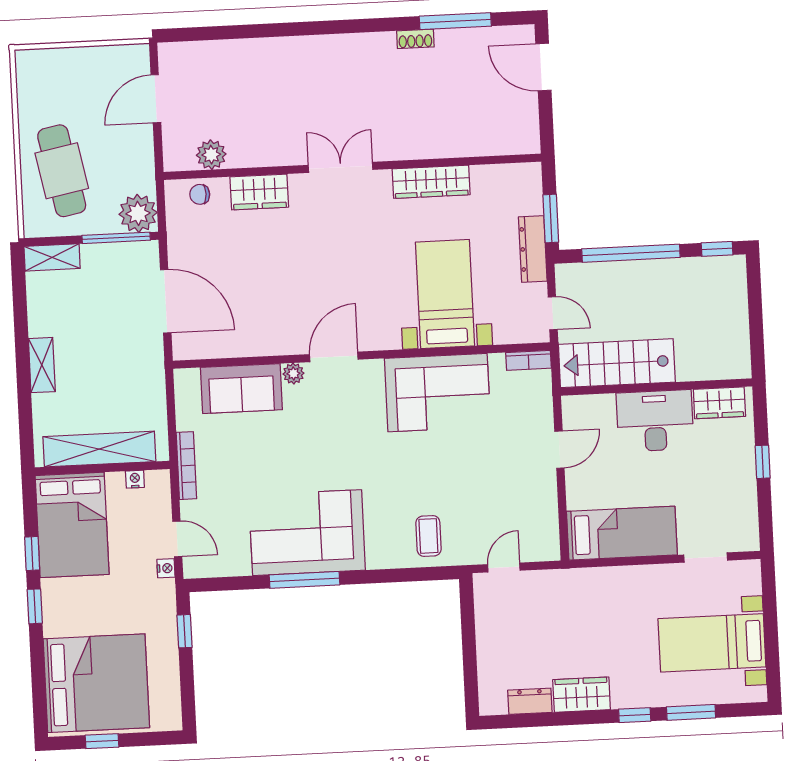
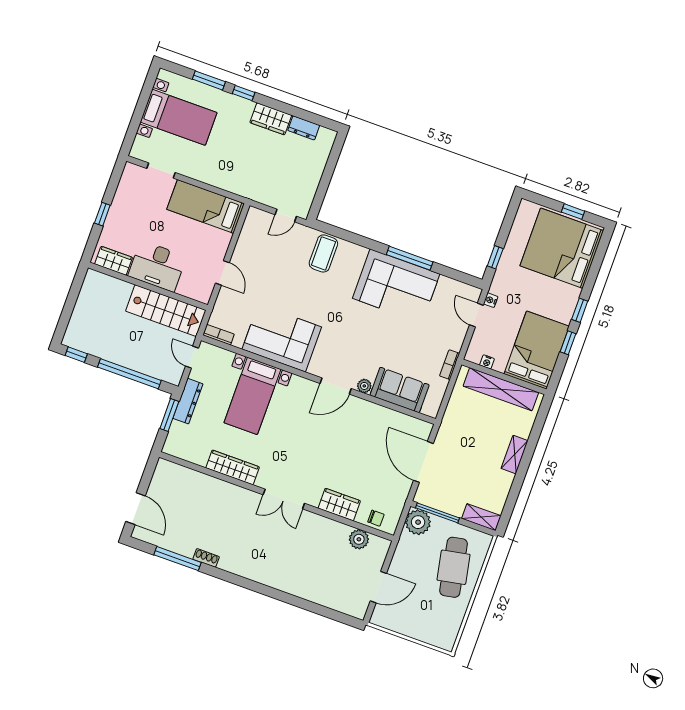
door: (559, 450) -> (222, 273), swing flipped
bookcase: (186, 466) -> (450, 365), width x0.64
coffee table: (428, 536) -> (323, 253), width x1.36, depth x1.30

